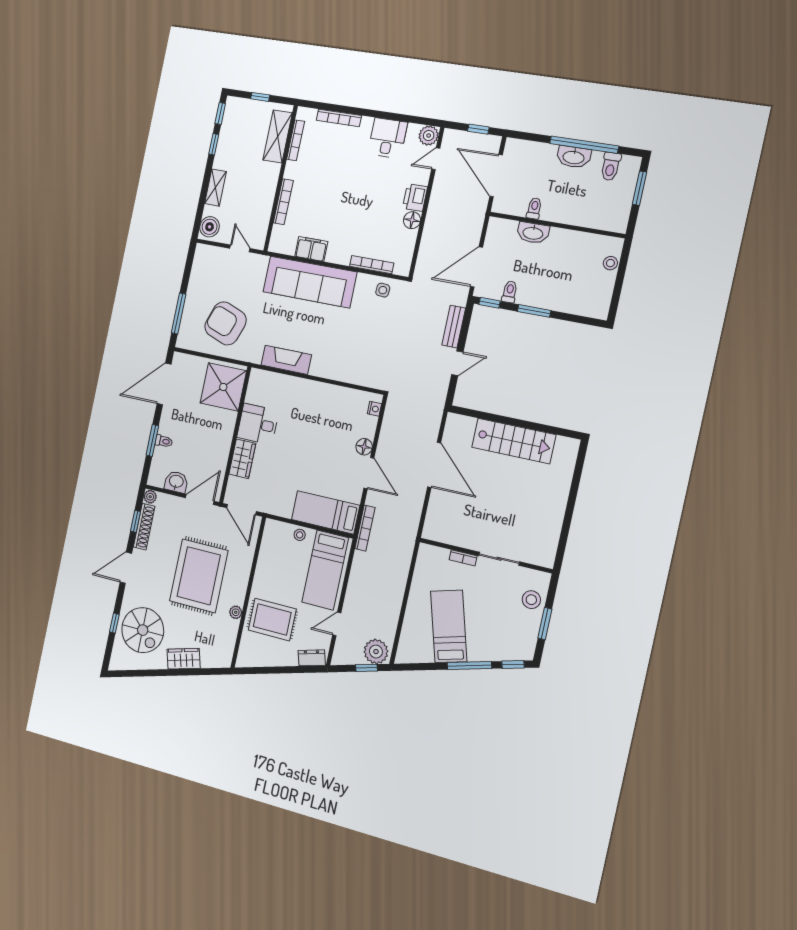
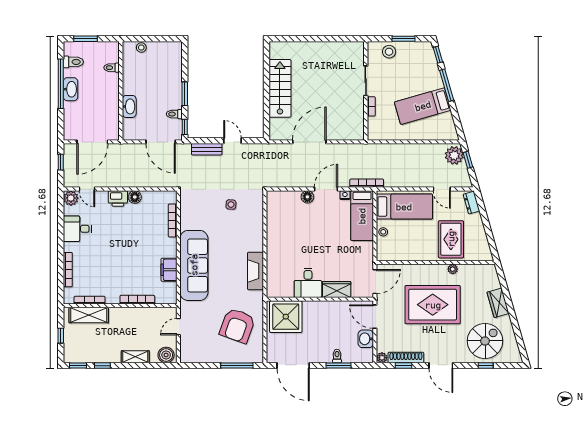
toilet: (534, 208) -> (112, 68), moved
side table: (383, 290) -> (231, 205), moved
nightstand: (374, 409) -> (345, 195), moved

